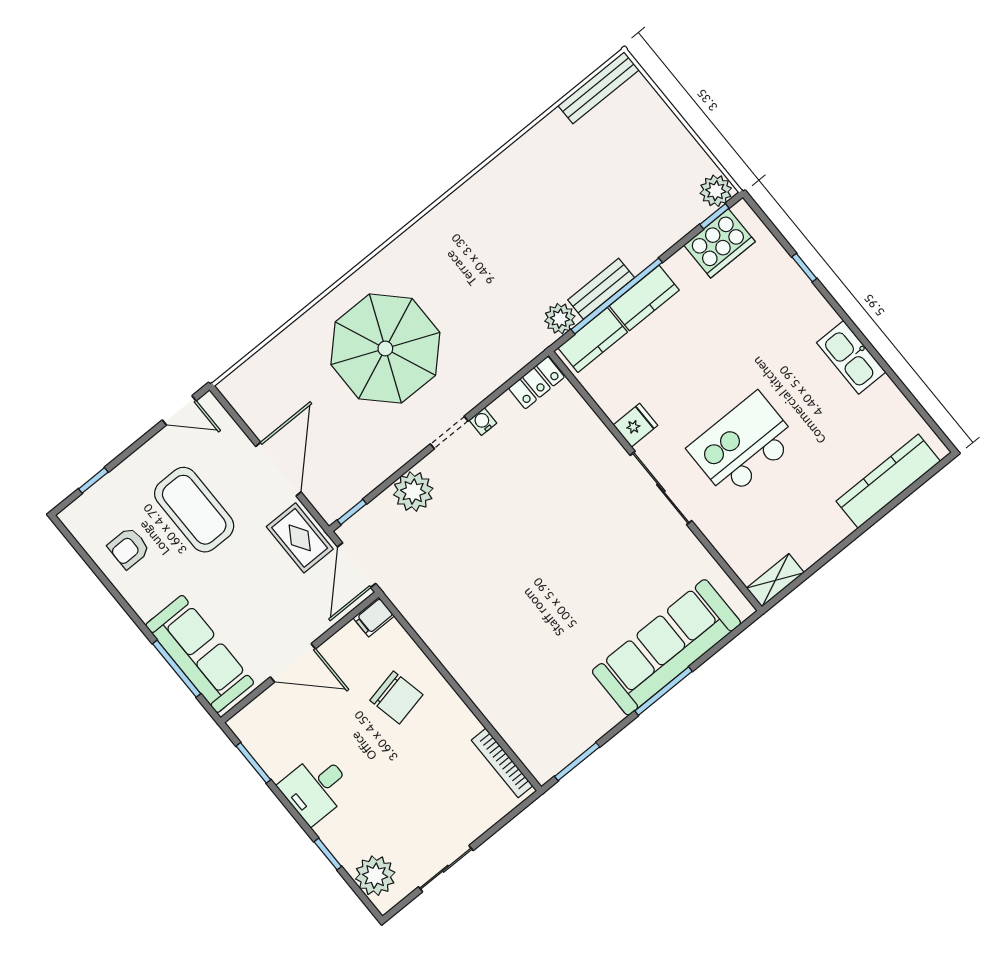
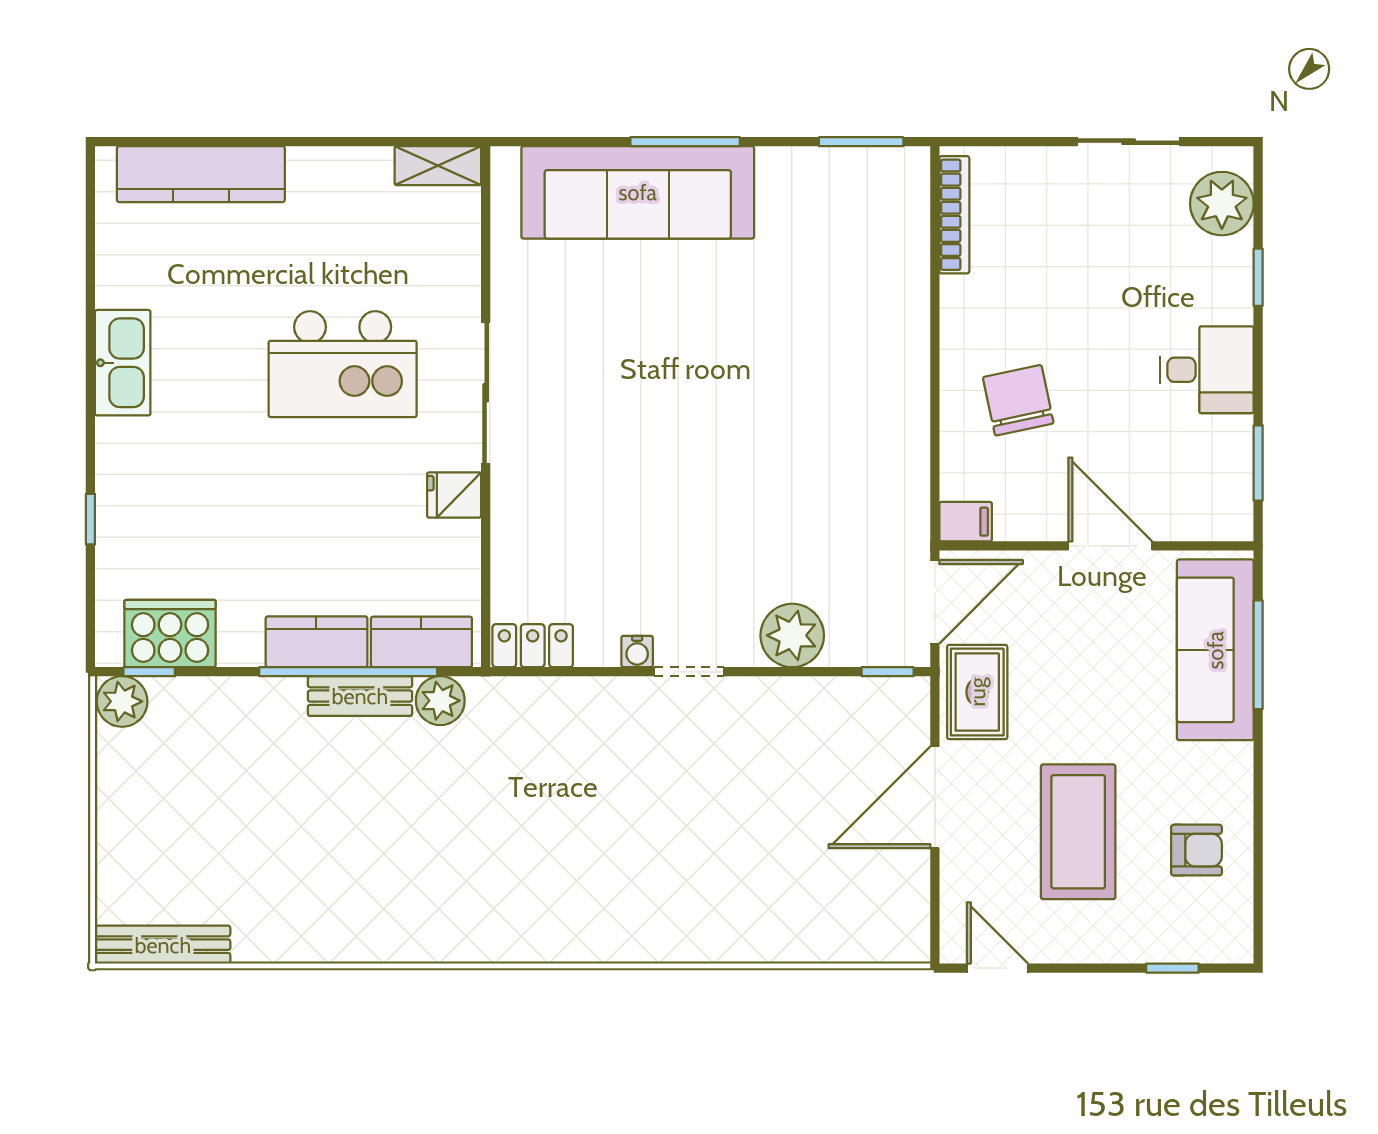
parasol: (385, 349) -> (684, 838), removed

